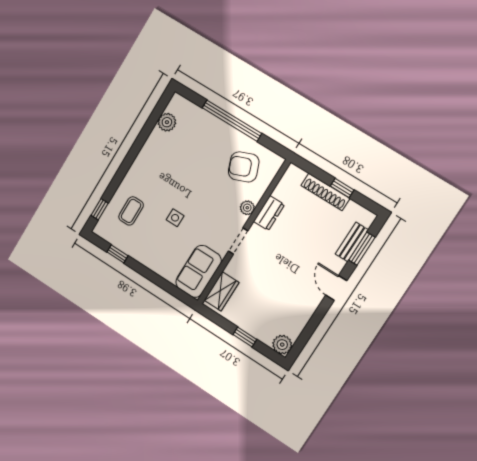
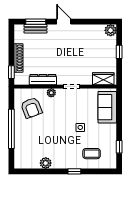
plant: (167, 122) -> (46, 163), moved
window: (342, 188) -> (11, 72), moved
window: (100, 209) -> (74, 171), moved
dresser: (269, 213) -> (43, 80), width x1.44
sofa: (198, 271) -> (107, 107), moved, turned 90
door: (336, 288) -> (64, 22), swing flipped

